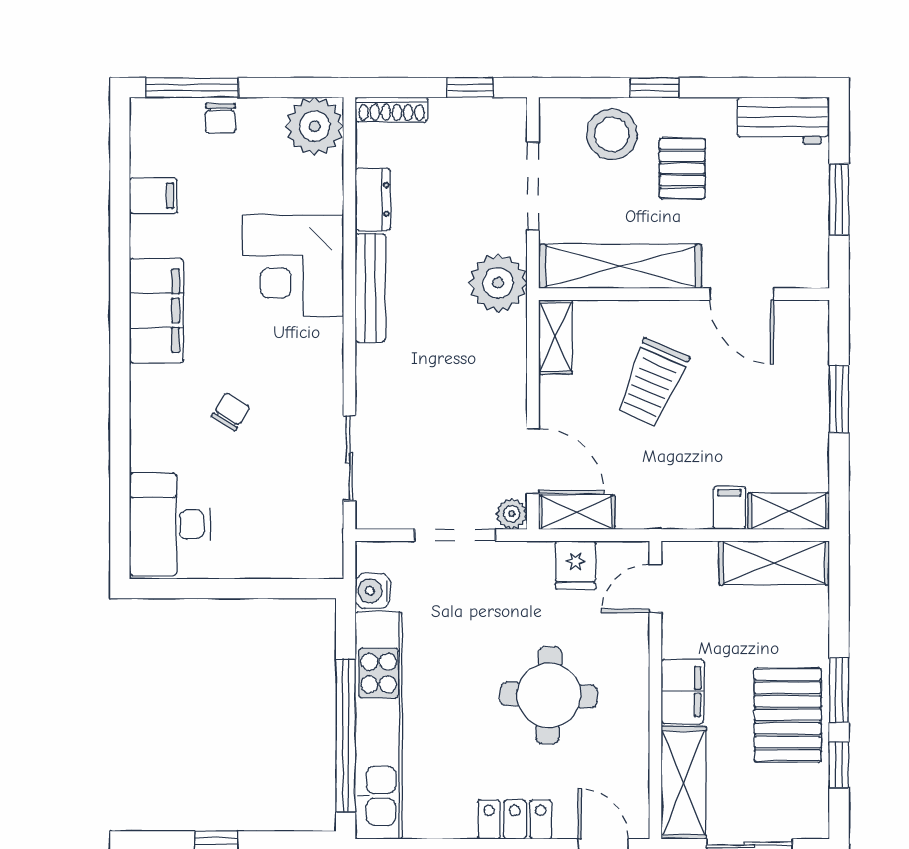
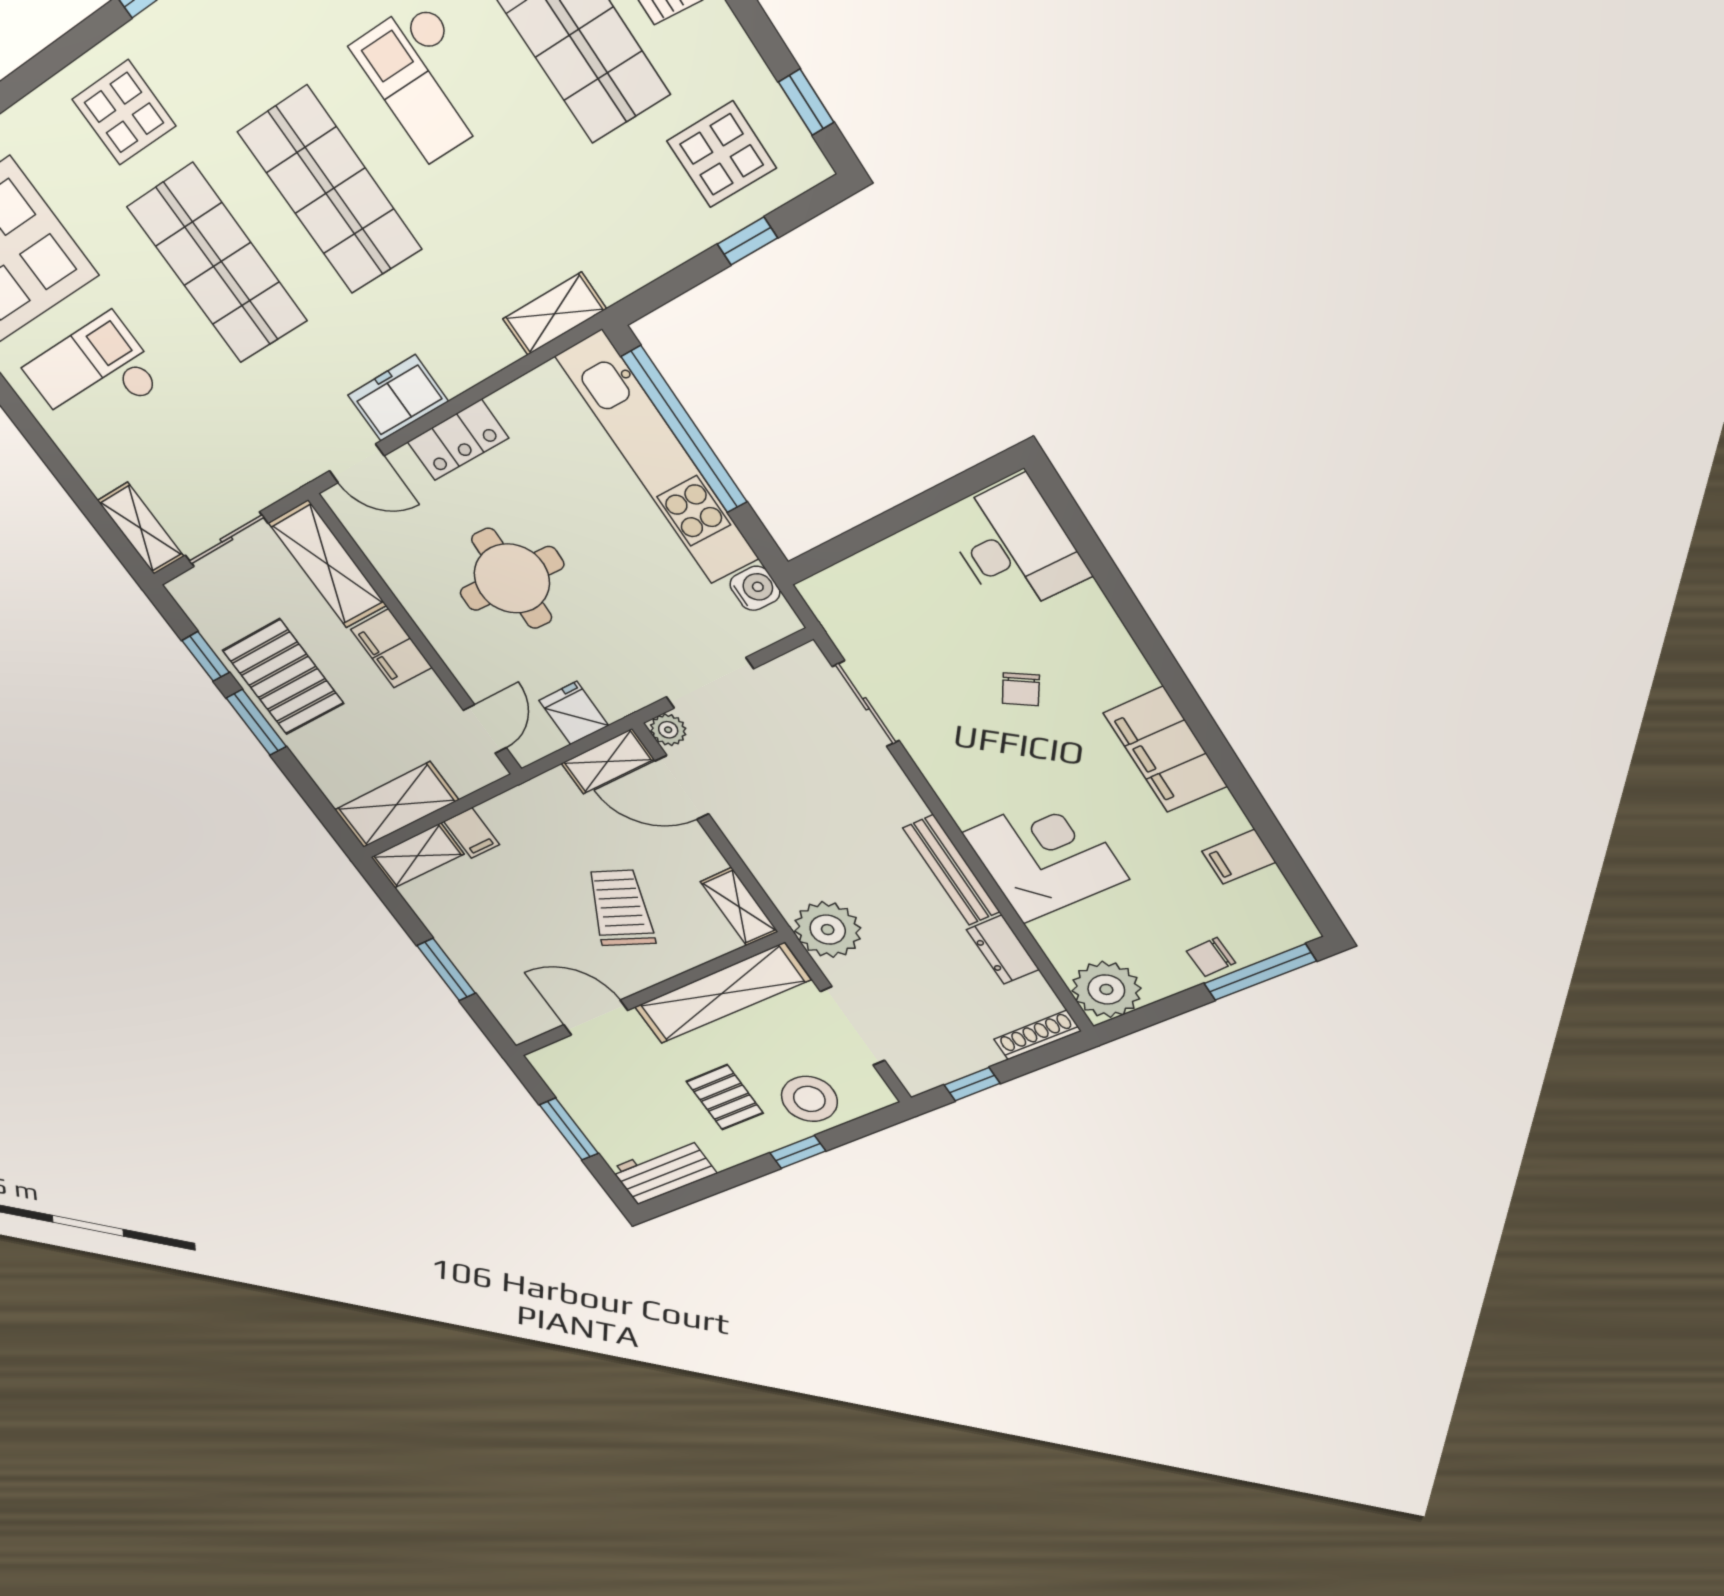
chair: (220, 118) -> (1211, 957), turned -93

